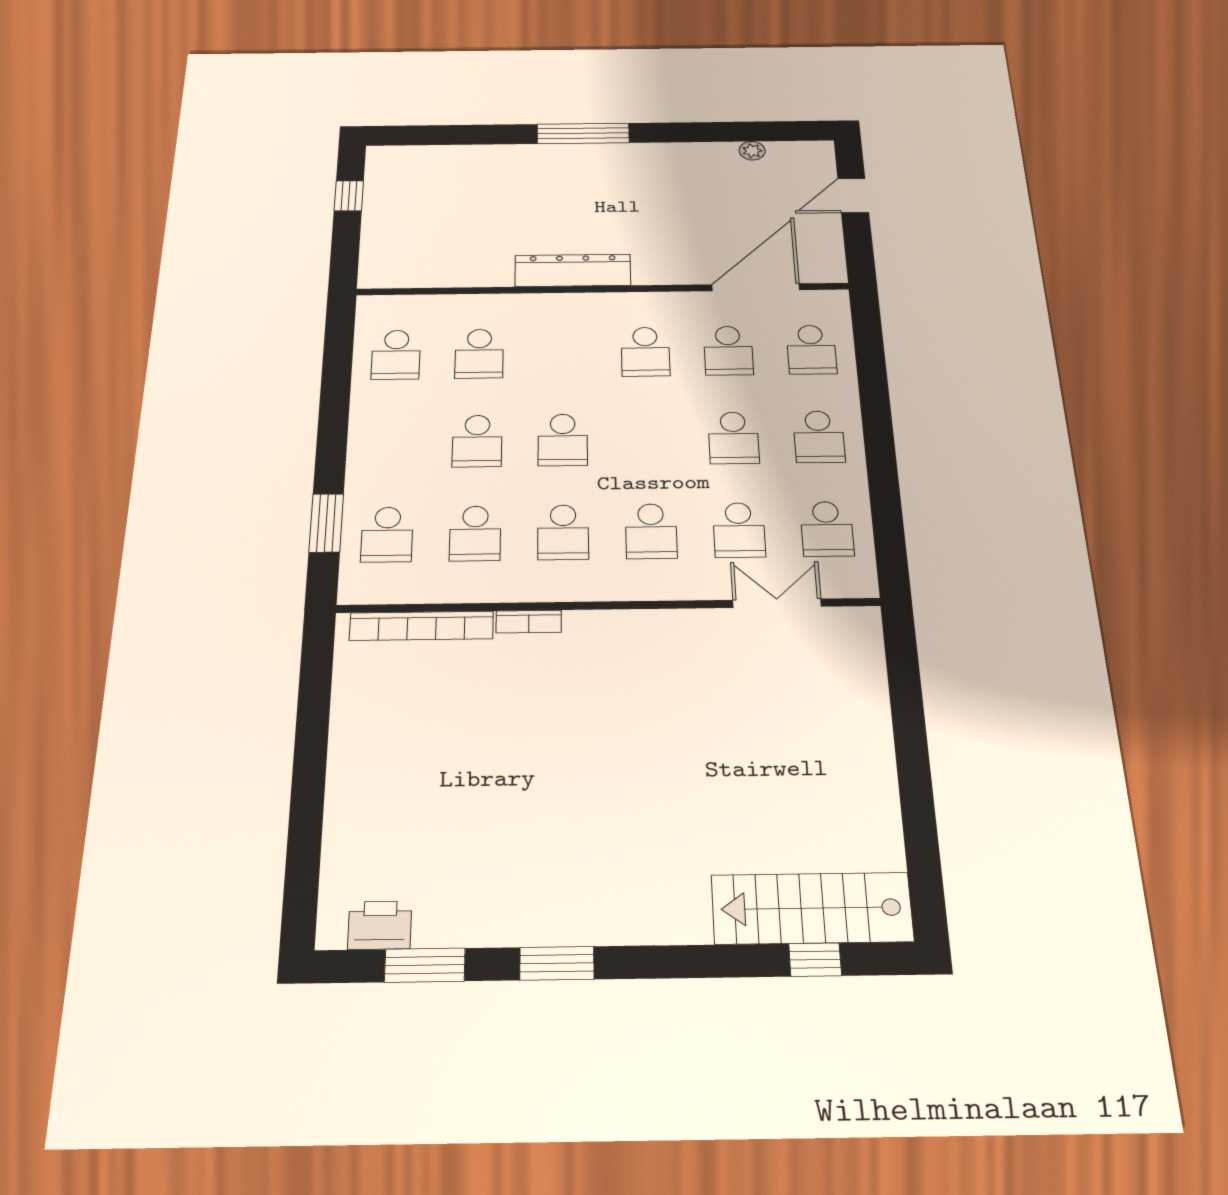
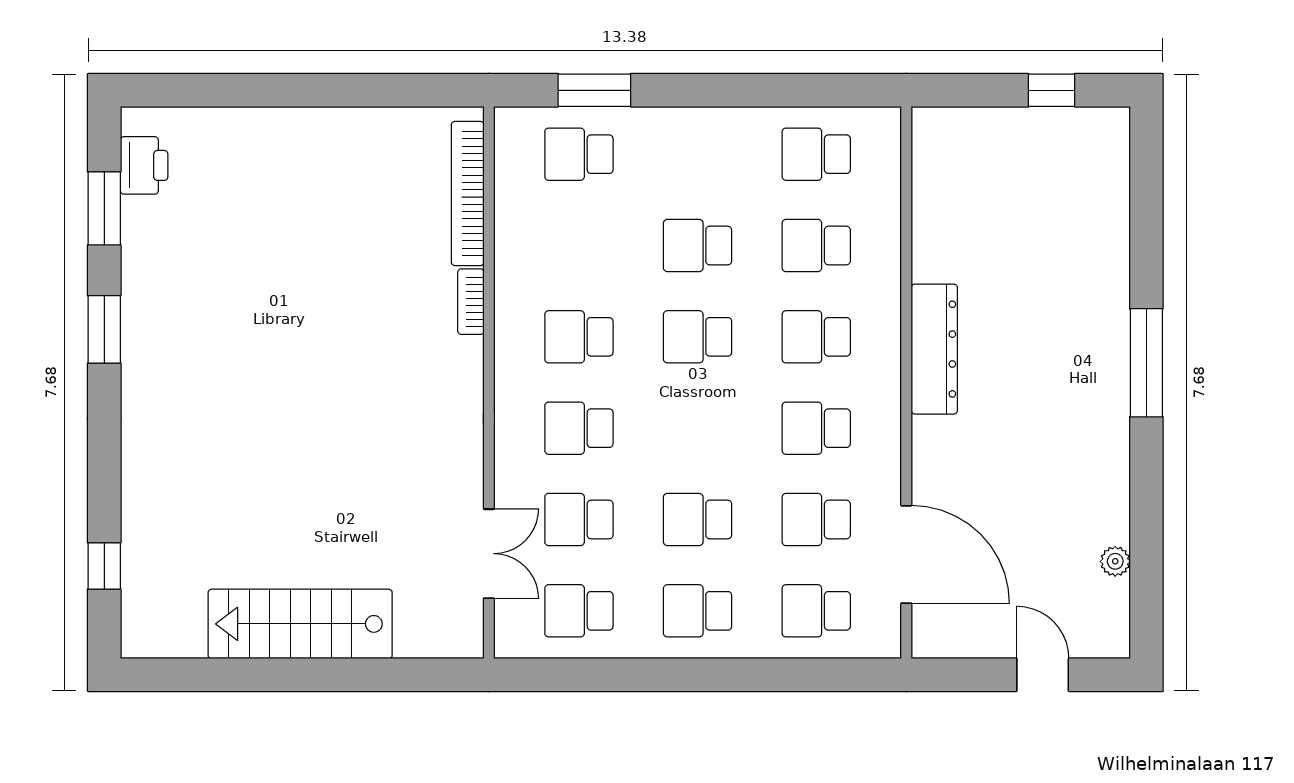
school desk: (475, 533) -> (816, 337), moved
stairs: (812, 908) -> (300, 624), moved, turned -90

